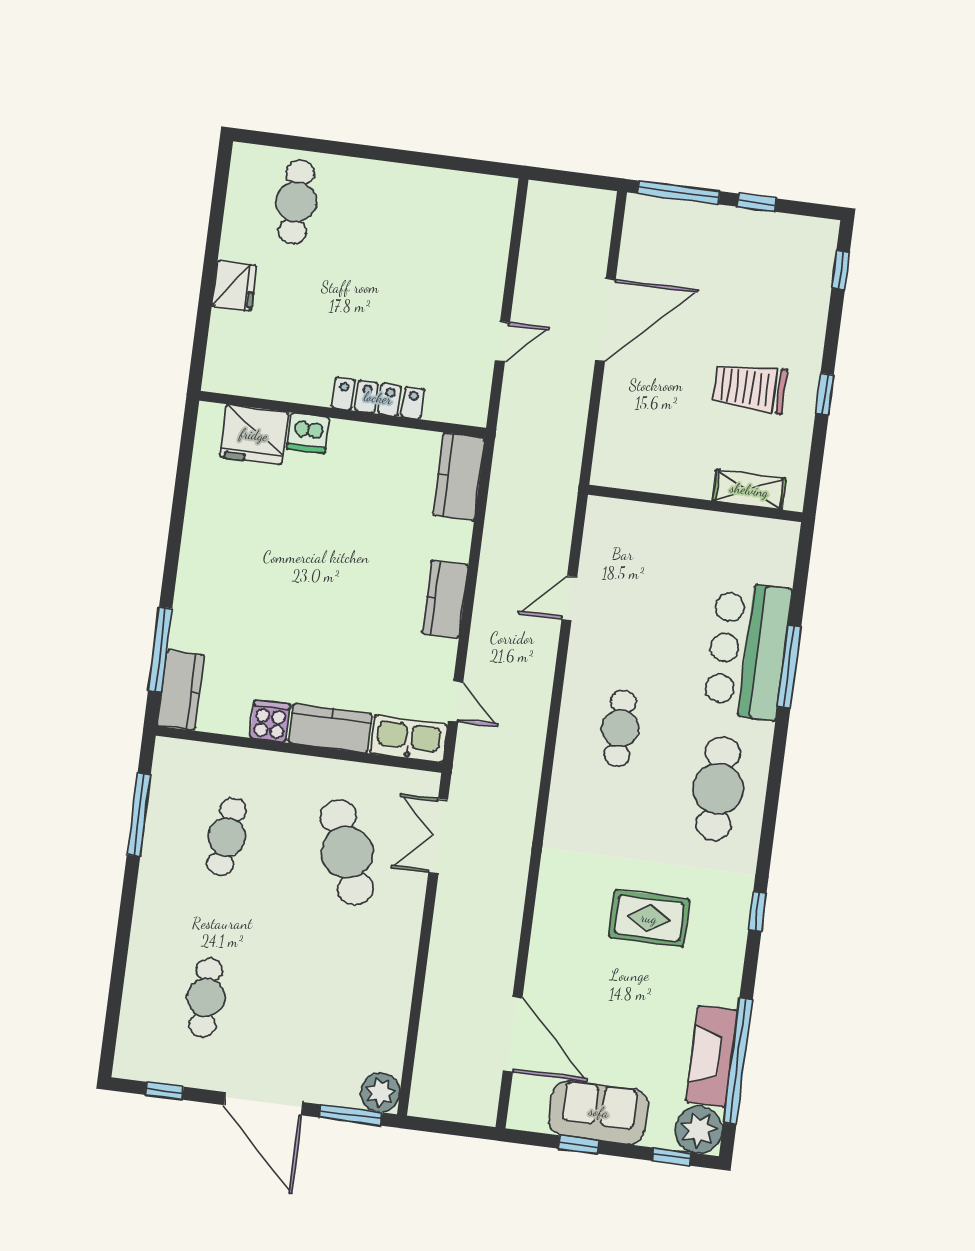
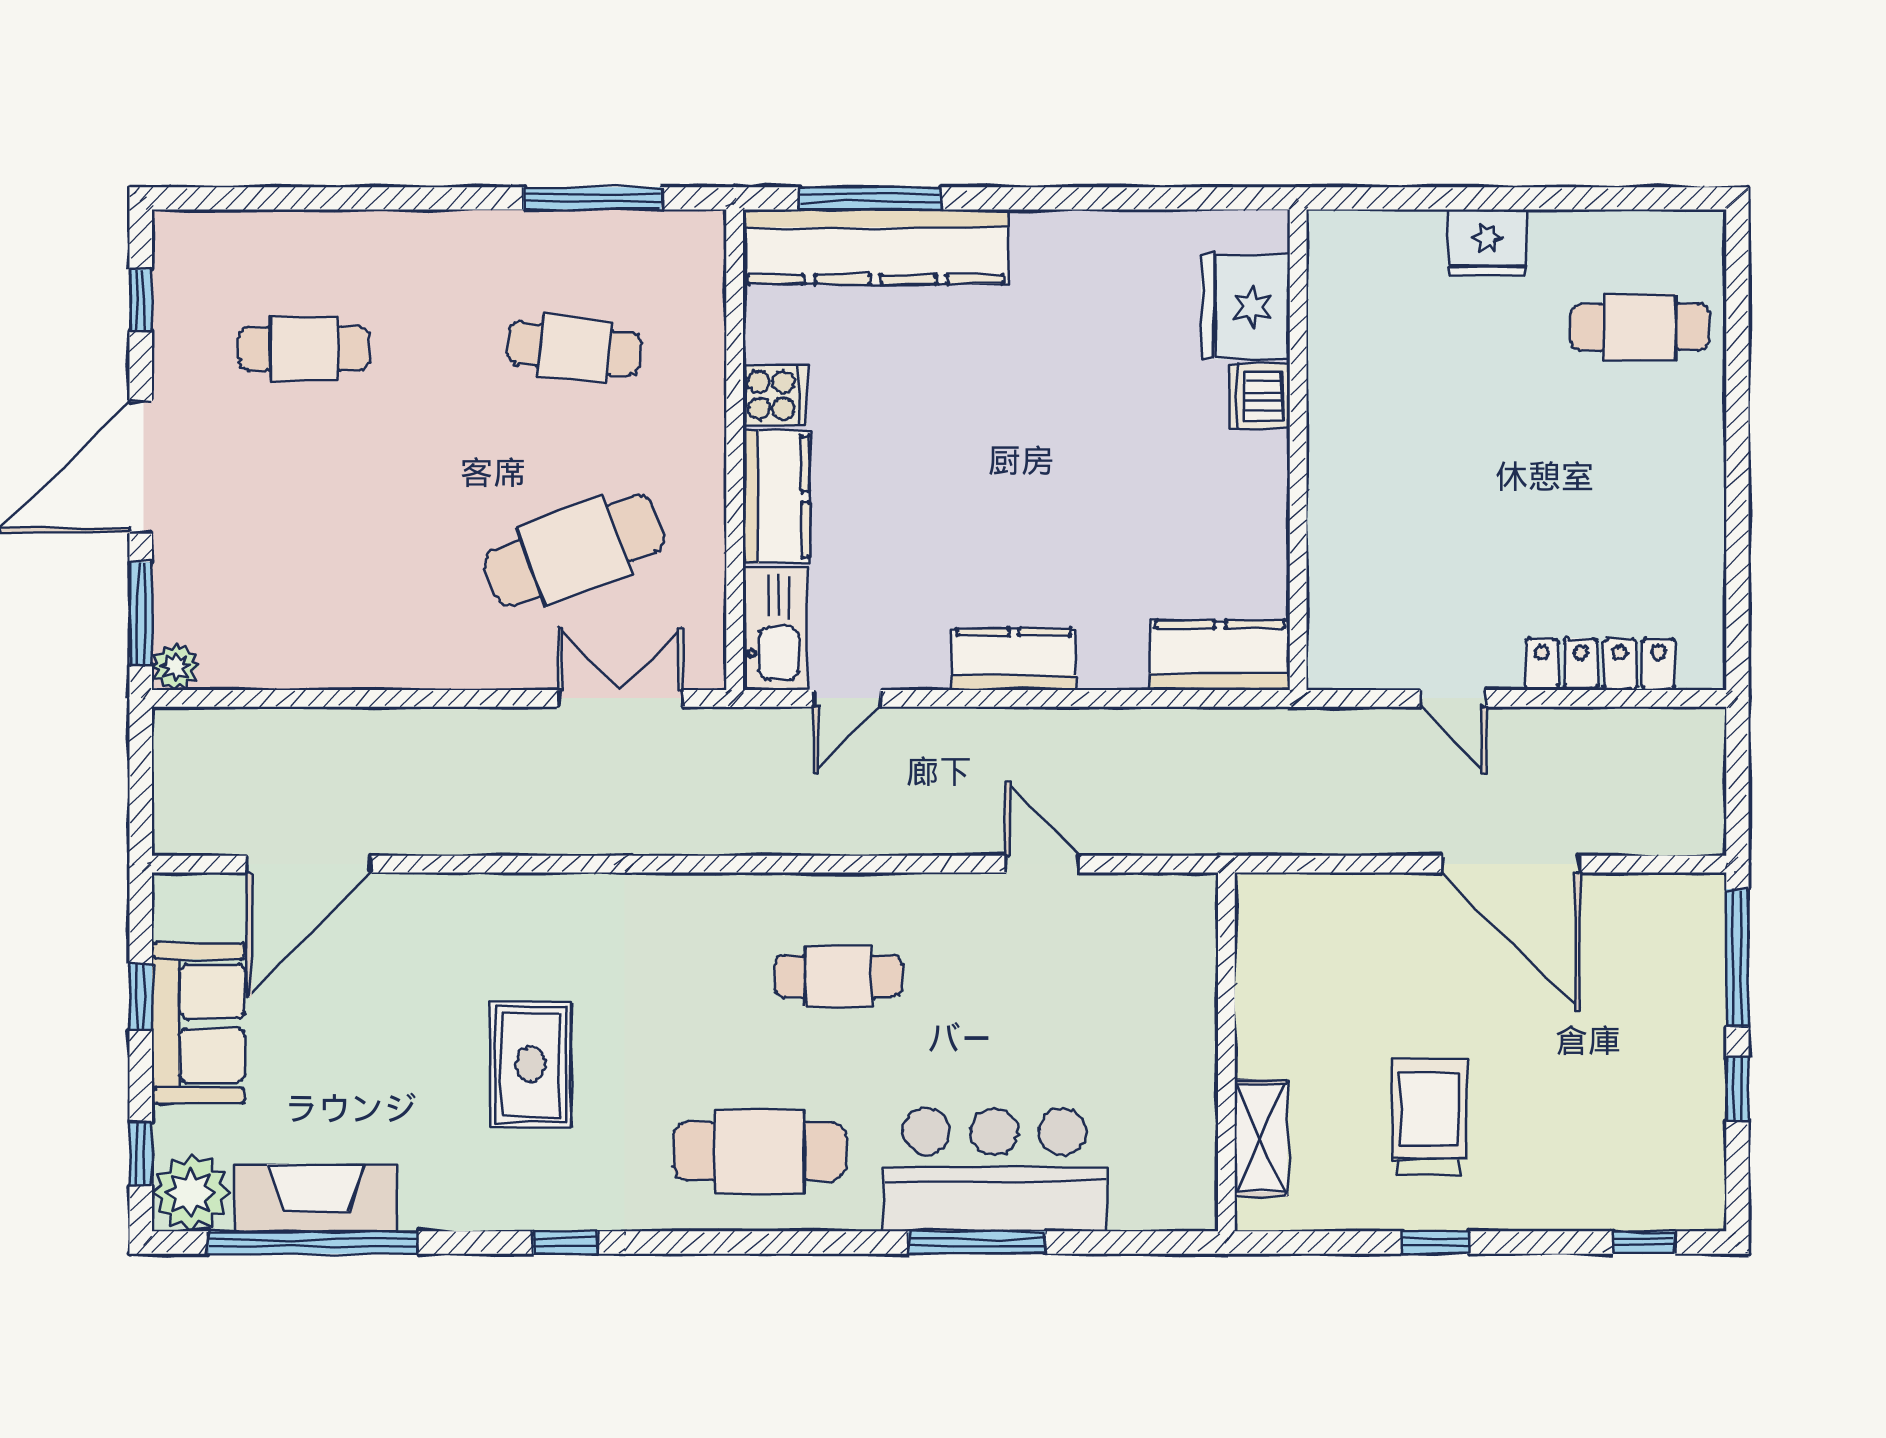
locker: (378, 398) -> (1600, 664), moved, turned -90
kitchen counter: (181, 690) -> (876, 247), width x2.08, depth x1.17
plant: (380, 1093) -> (175, 667), width x0.73, depth x0.73

